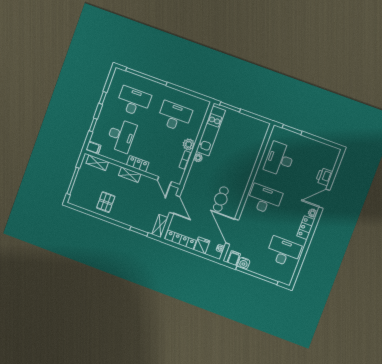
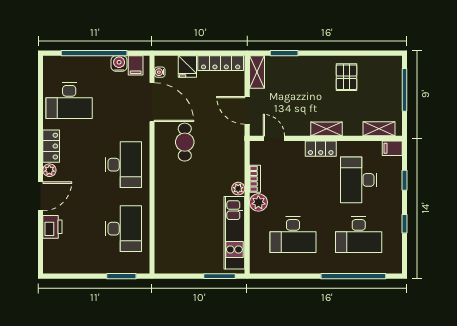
desk: (265, 199) -> (123, 165), turned -90

